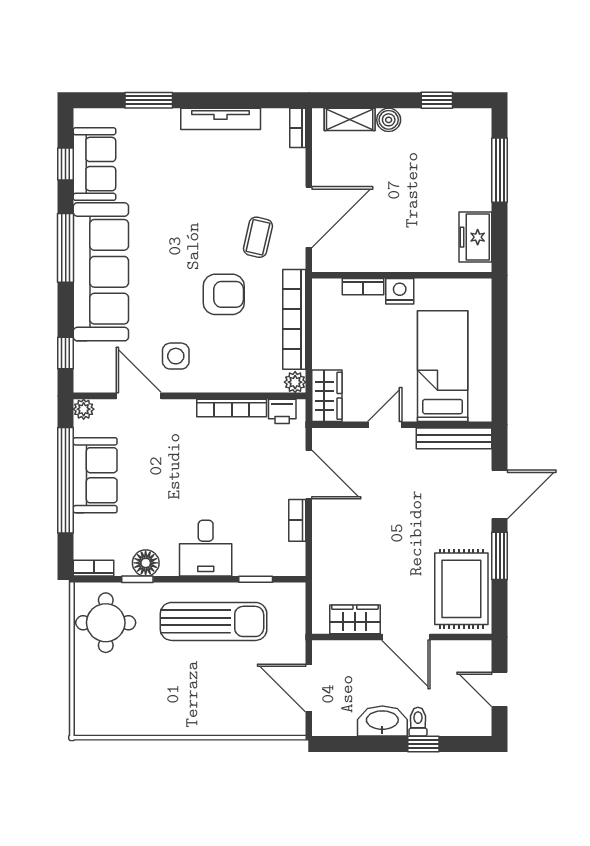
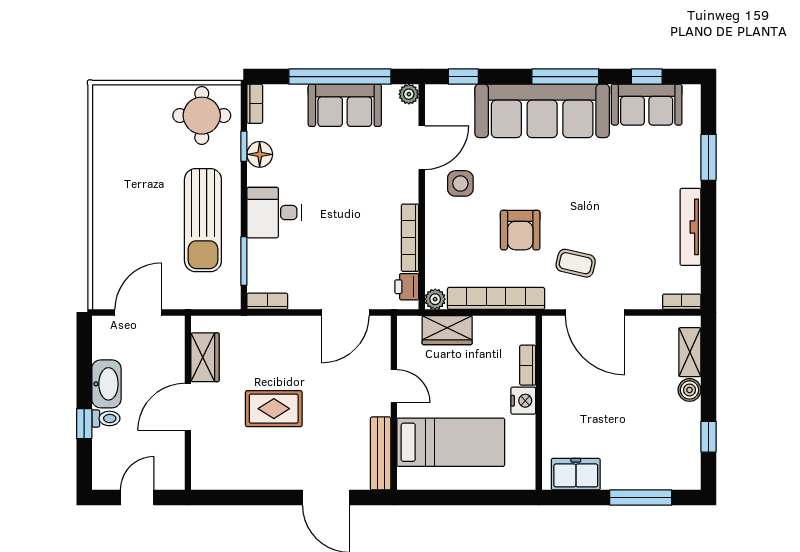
wardrobe: (327, 396) -> (447, 330), moved
bookcase: (297, 520) -> (267, 301), moved
window: (500, 556) -> (267, 498), removed
window: (256, 579) -> (244, 261), width x1.50
rug: (461, 589) -> (274, 409), moved, width x0.73, depth x0.70

